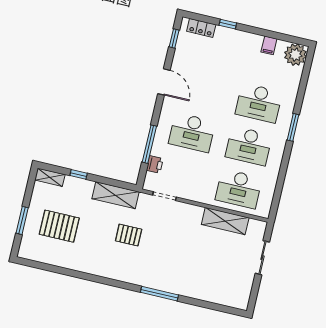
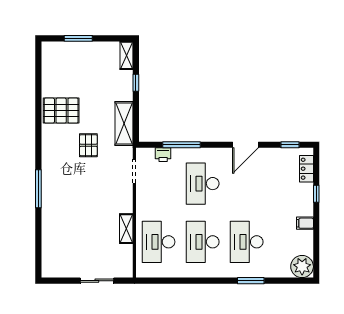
filing cabinet: (269, 45) -> (305, 223), moved
window: (293, 127) -> (251, 281), moved
shelving: (225, 221) -> (126, 229), width x0.67, depth x0.75
pallet: (59, 226) -> (61, 111), moved, turned 90

